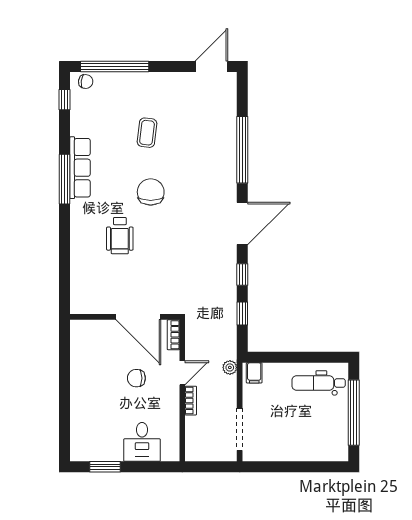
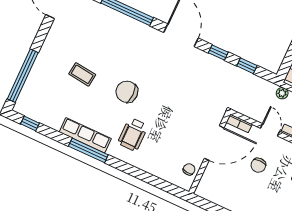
chair: (86, 82) -> (189, 169), moved
wheelchair: (120, 236) -> (133, 134), moved, turned 90

